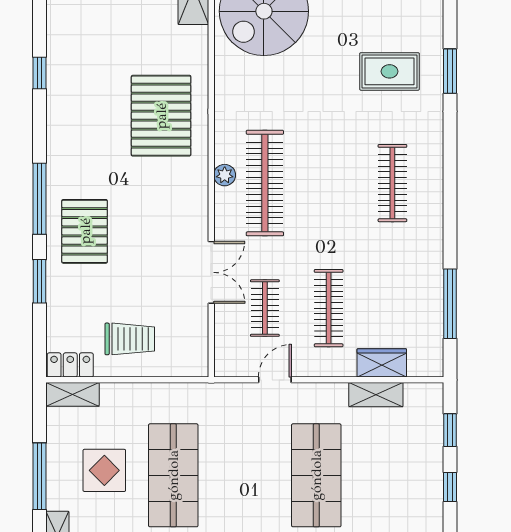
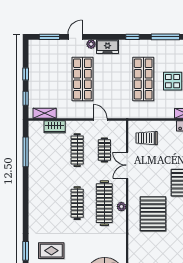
pallet: (161, 116) -> (153, 214), moved
clothes rail: (392, 183) -> (77, 203), moved
trolley: (130, 339) -> (147, 138), moved
door: (275, 380) -> (100, 120), swing flipped
shelving: (376, 395) -> (45, 113), moved

